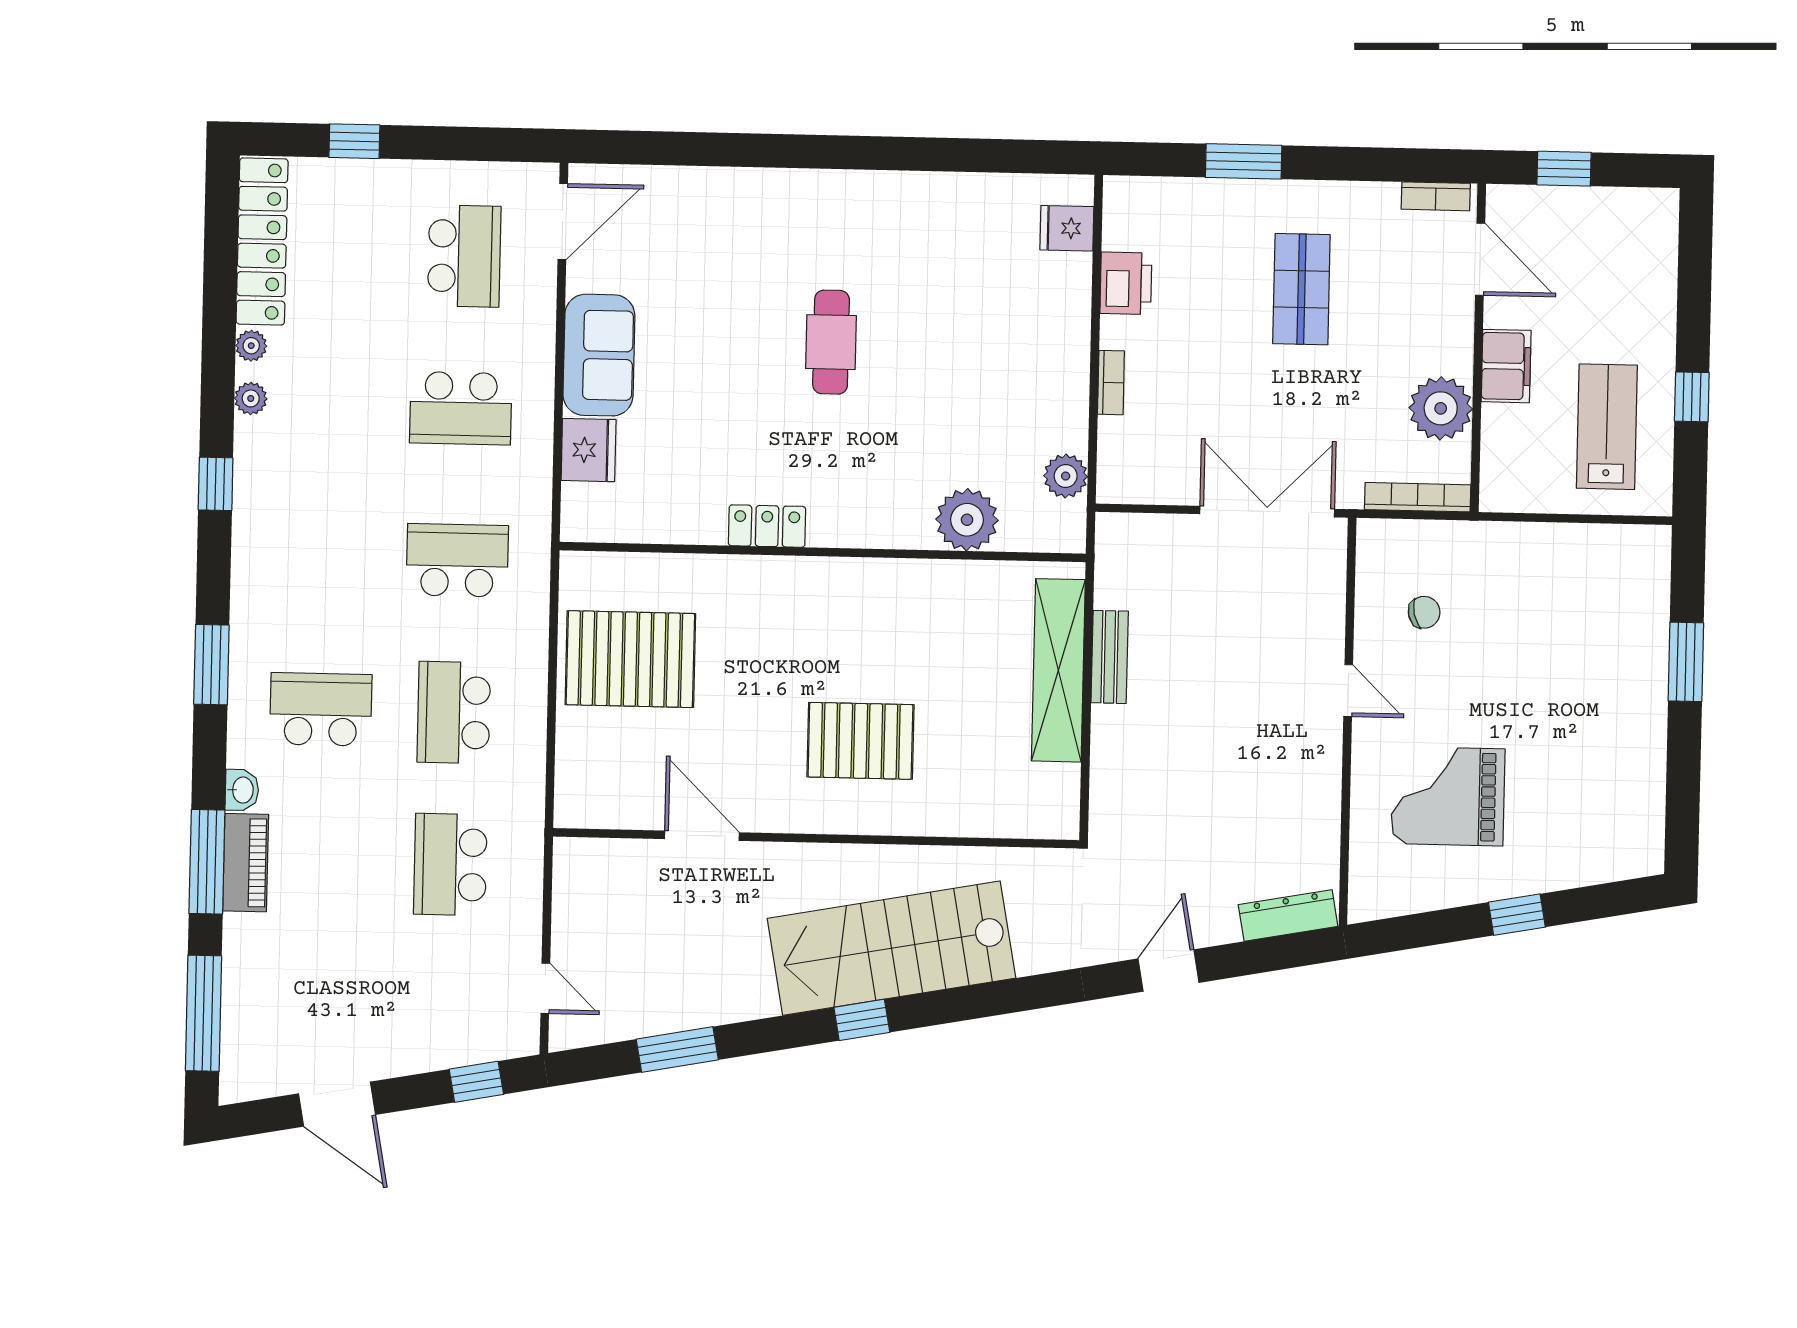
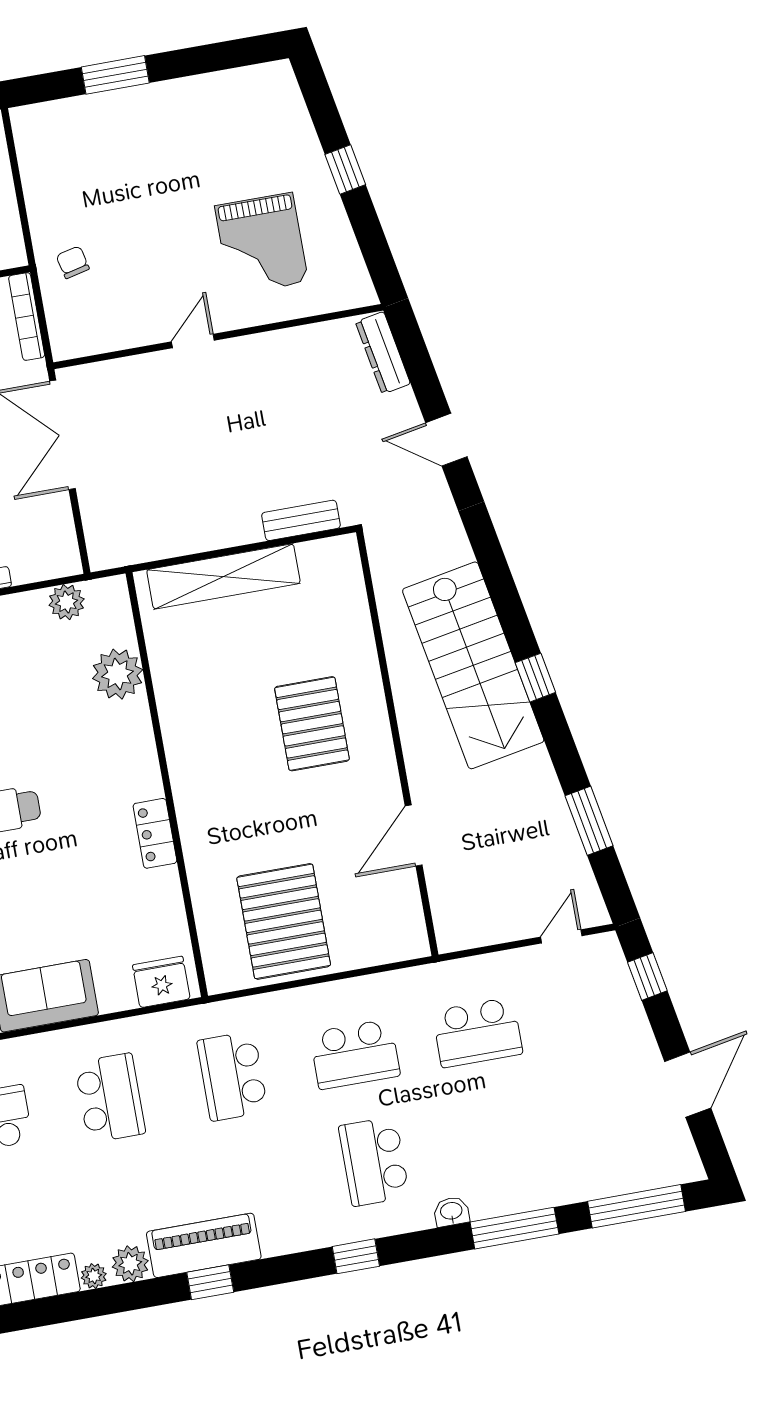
plant: (251, 398) -> (130, 1264), width x1.38, depth x1.38
fridge: (589, 450) -> (161, 982), moved
chair: (1424, 612) -> (73, 262), moved
bench: (1110, 657) -> (301, 520), moved
window: (211, 665) -> (356, 1256), width x0.67
piano: (246, 863) -> (204, 1245), moved, width x1.37, depth x1.33

